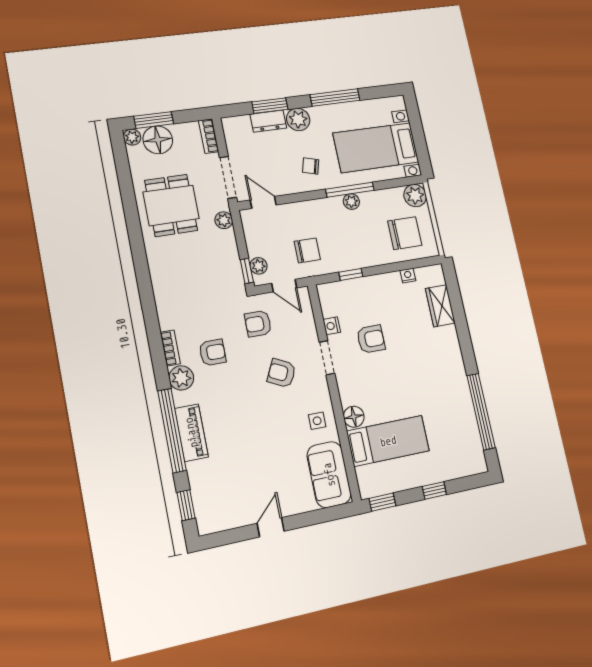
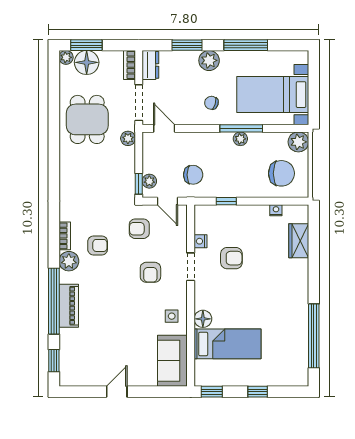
dresser: (268, 121) -> (150, 65), moved, turned -90
armchair: (282, 373) -> (150, 272), turned -116

